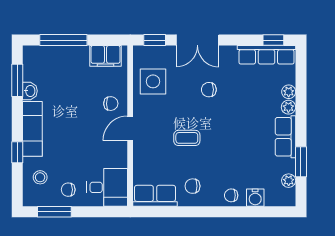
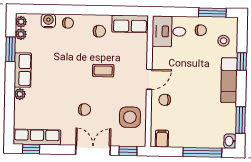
filing cabinet: (105, 56) -> (162, 139), width x0.50
washbasin: (30, 91) -> (230, 141), moved
plant: (289, 92) -> (21, 22), moved

